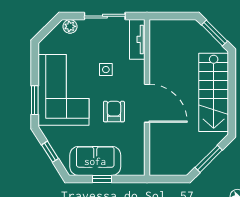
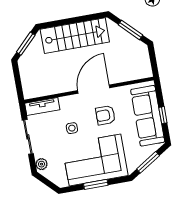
window: (35, 100) -> (96, 184), moved
window: (50, 152) -> (148, 162), width x1.50
sofa: (95, 161) -> (148, 116), width x1.36

